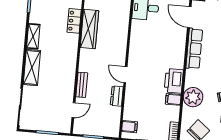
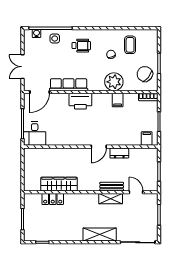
shelving: (33, 36) -> (111, 199), moved
printer: (174, 81) -> (80, 101), moved

